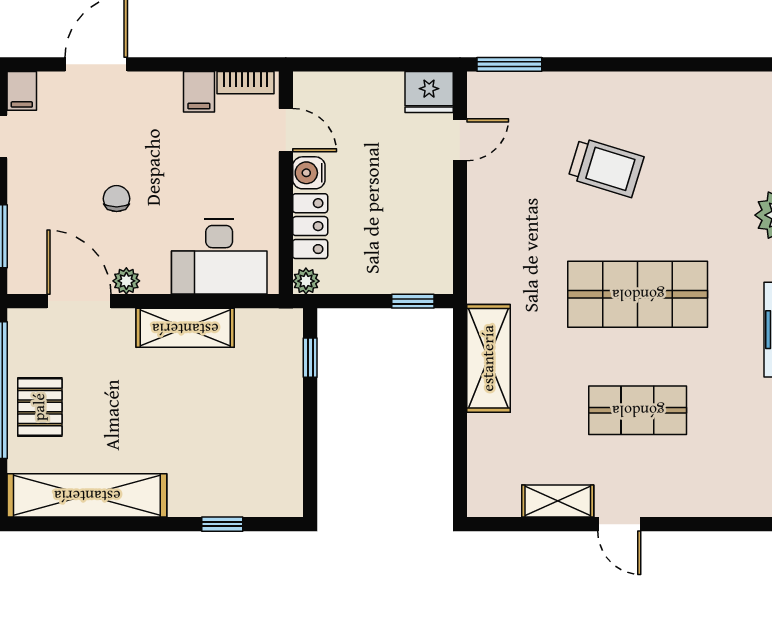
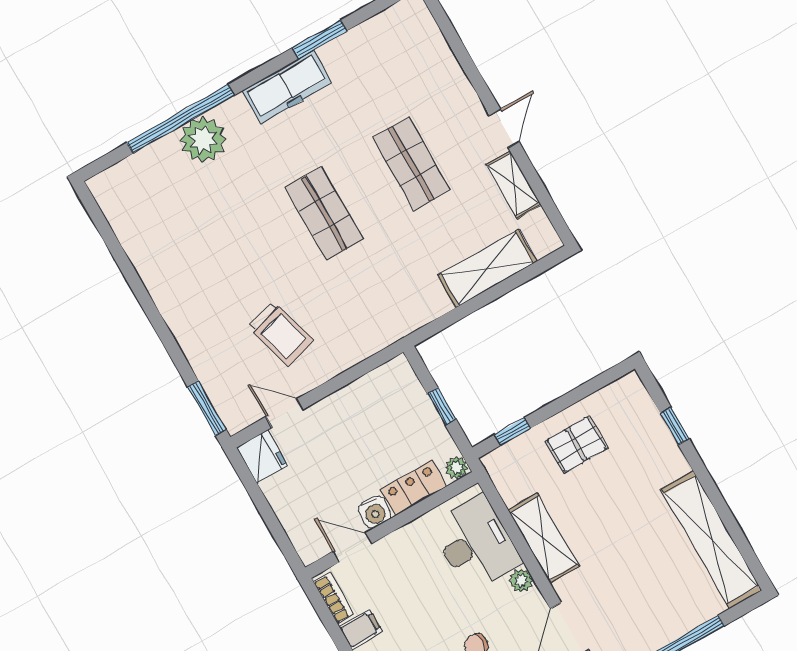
door: (286, 130) -> (352, 548), hinge flipped
trolley: (606, 168) -> (281, 334), moved, turned 147
plant: (126, 281) -> (521, 581), moved
shop shelf: (638, 294) -> (324, 213), width x0.70, depth x0.74
window: (413, 301) -> (442, 406), moved
shelving: (489, 358) -> (487, 268), moved
pallet: (40, 407) -> (576, 444), moved

